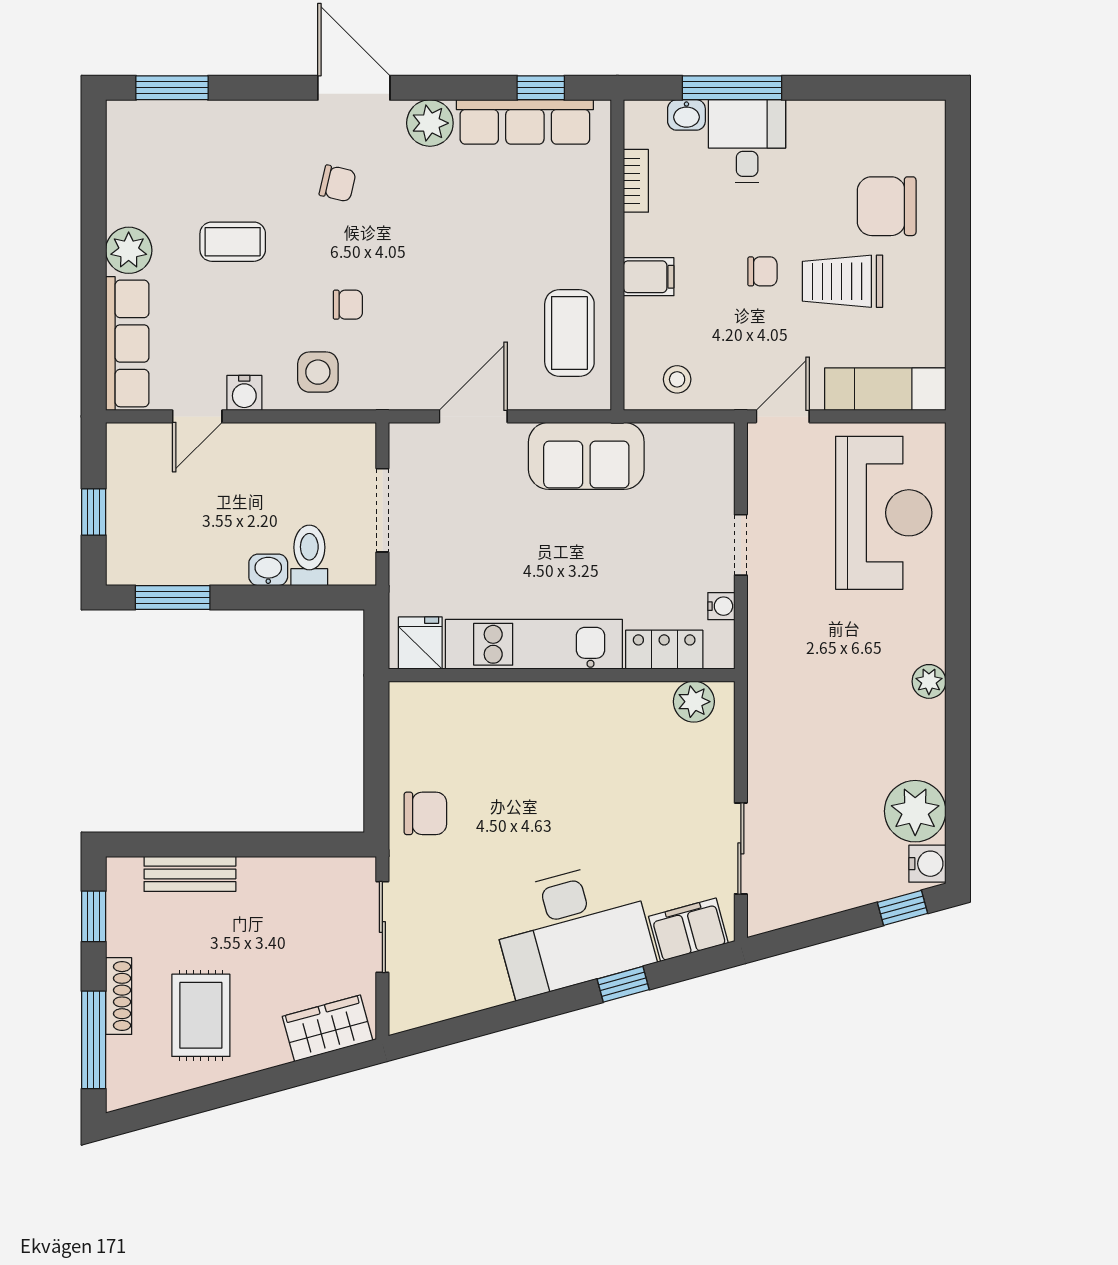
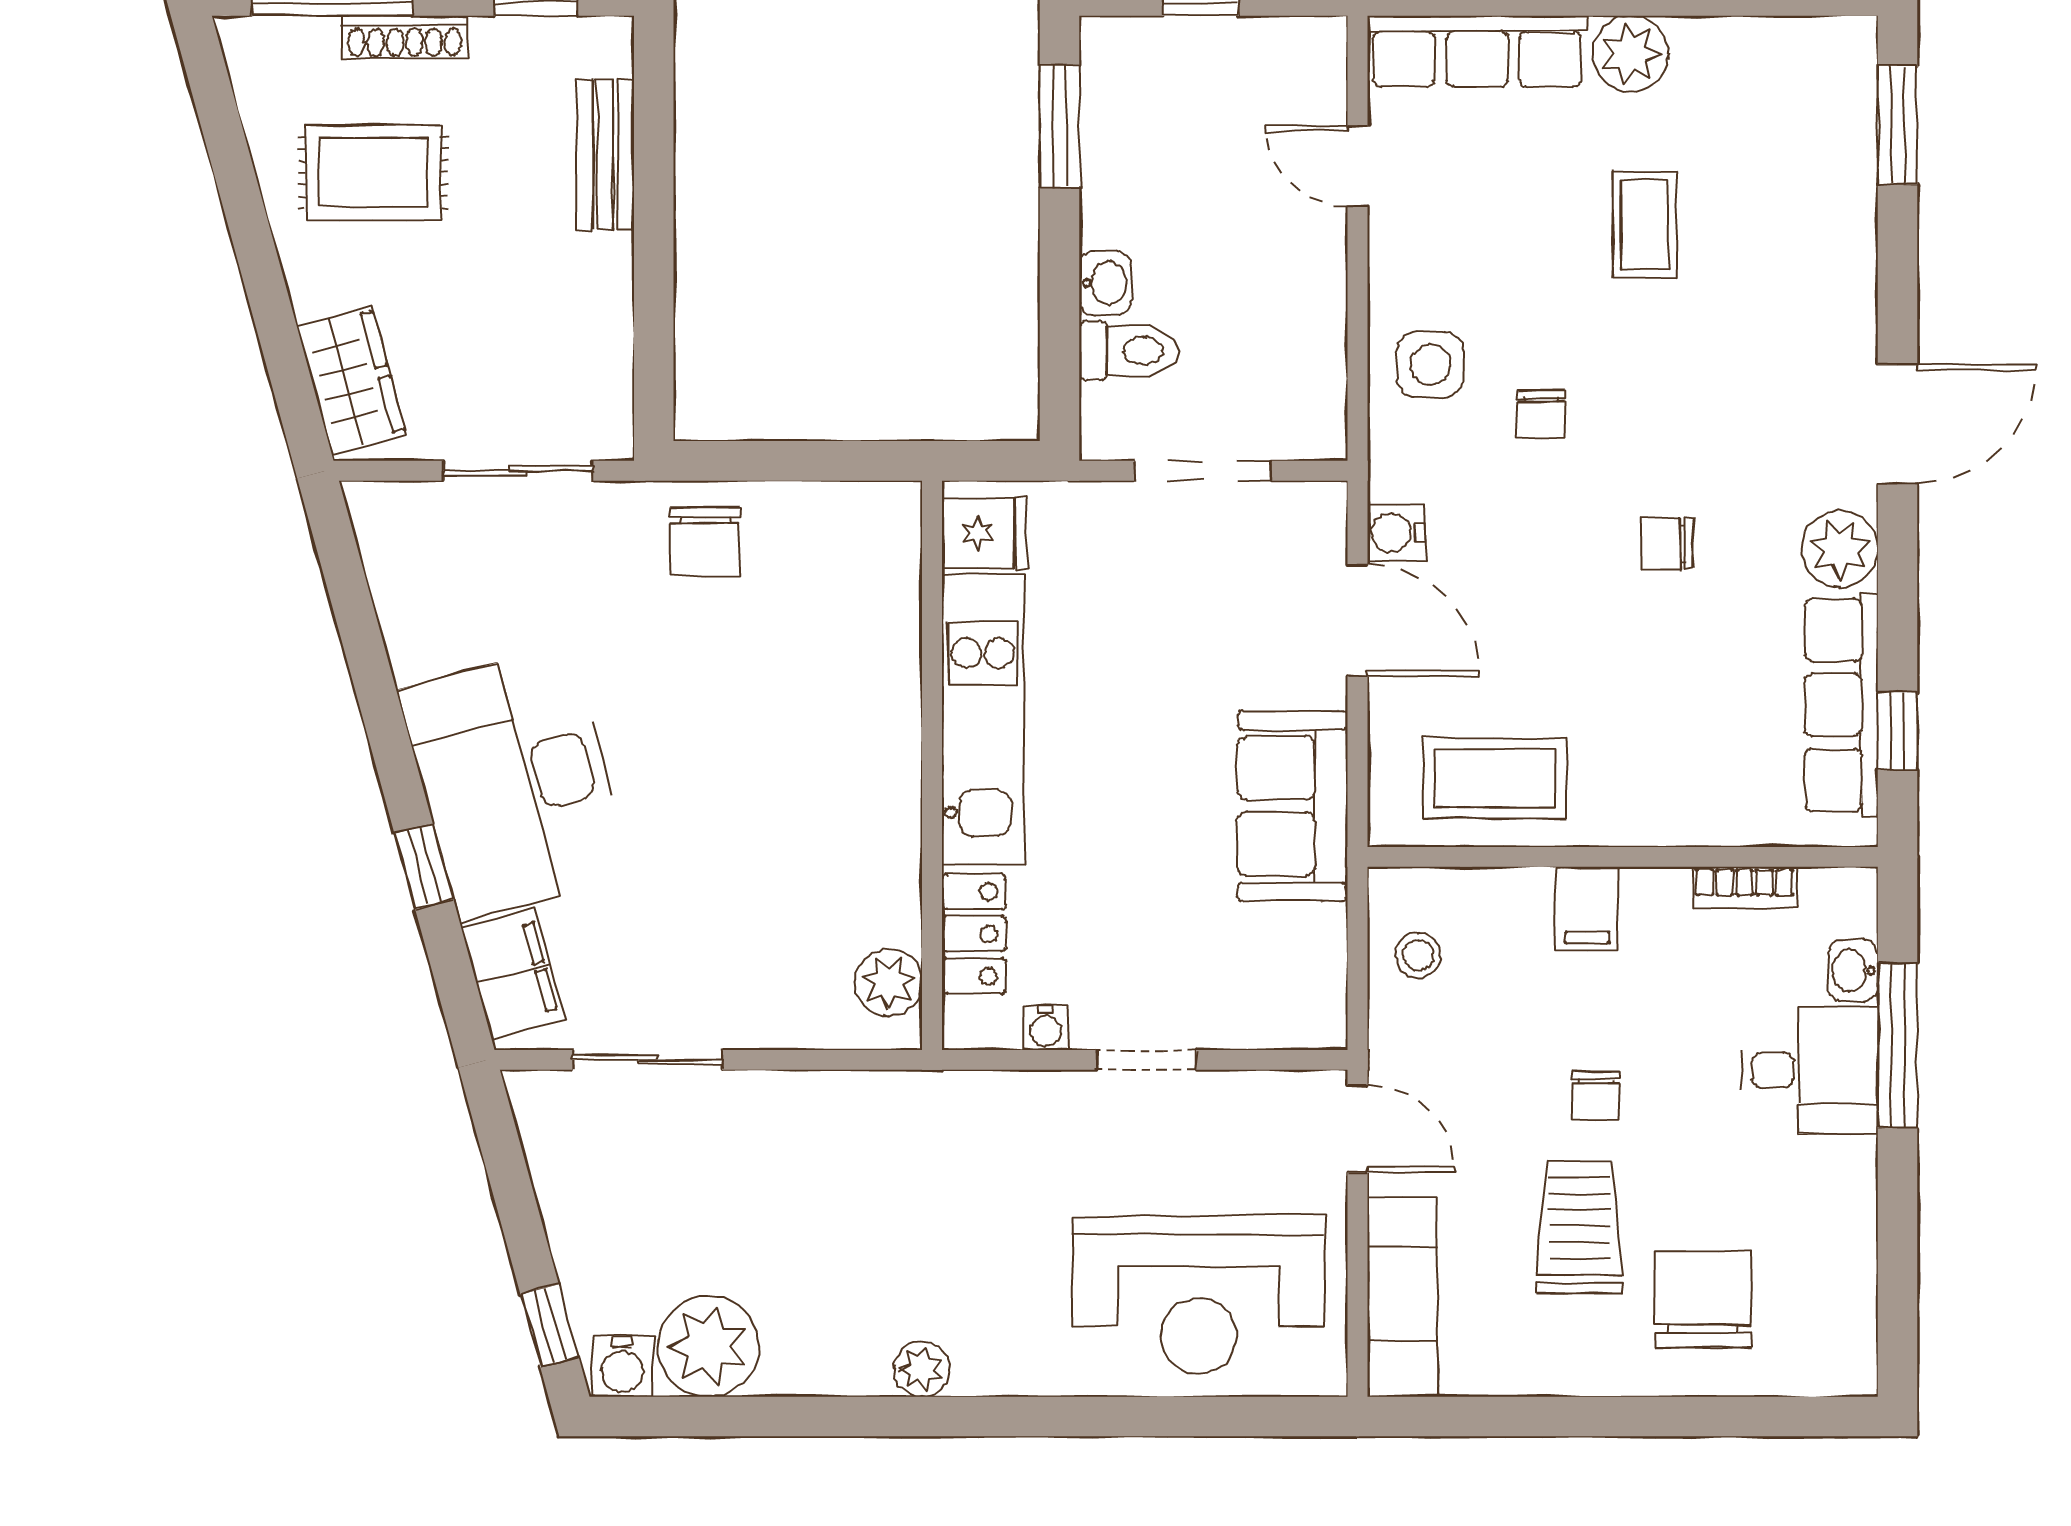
chair: (338, 183) -> (1667, 544), moved, turned 77
water cooler: (244, 393) -> (1396, 533), moved

